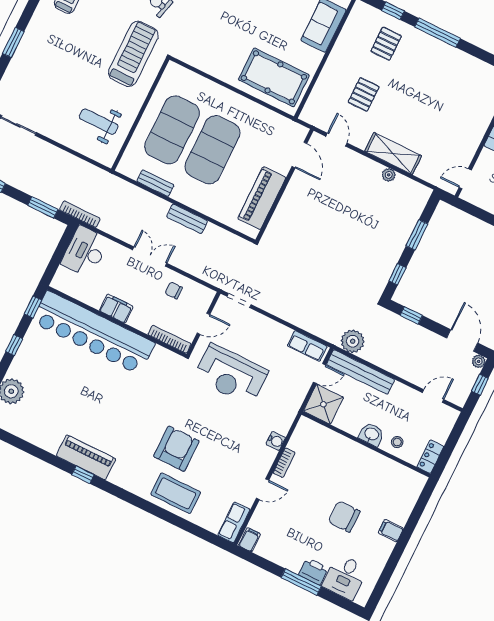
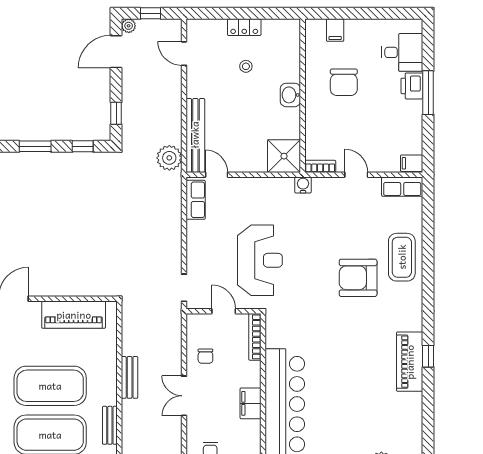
shower: (323, 404) -> (284, 156), moved
washbasin: (371, 434) -> (290, 95), moved
wall: (366, 444) -> (303, 96), moved

